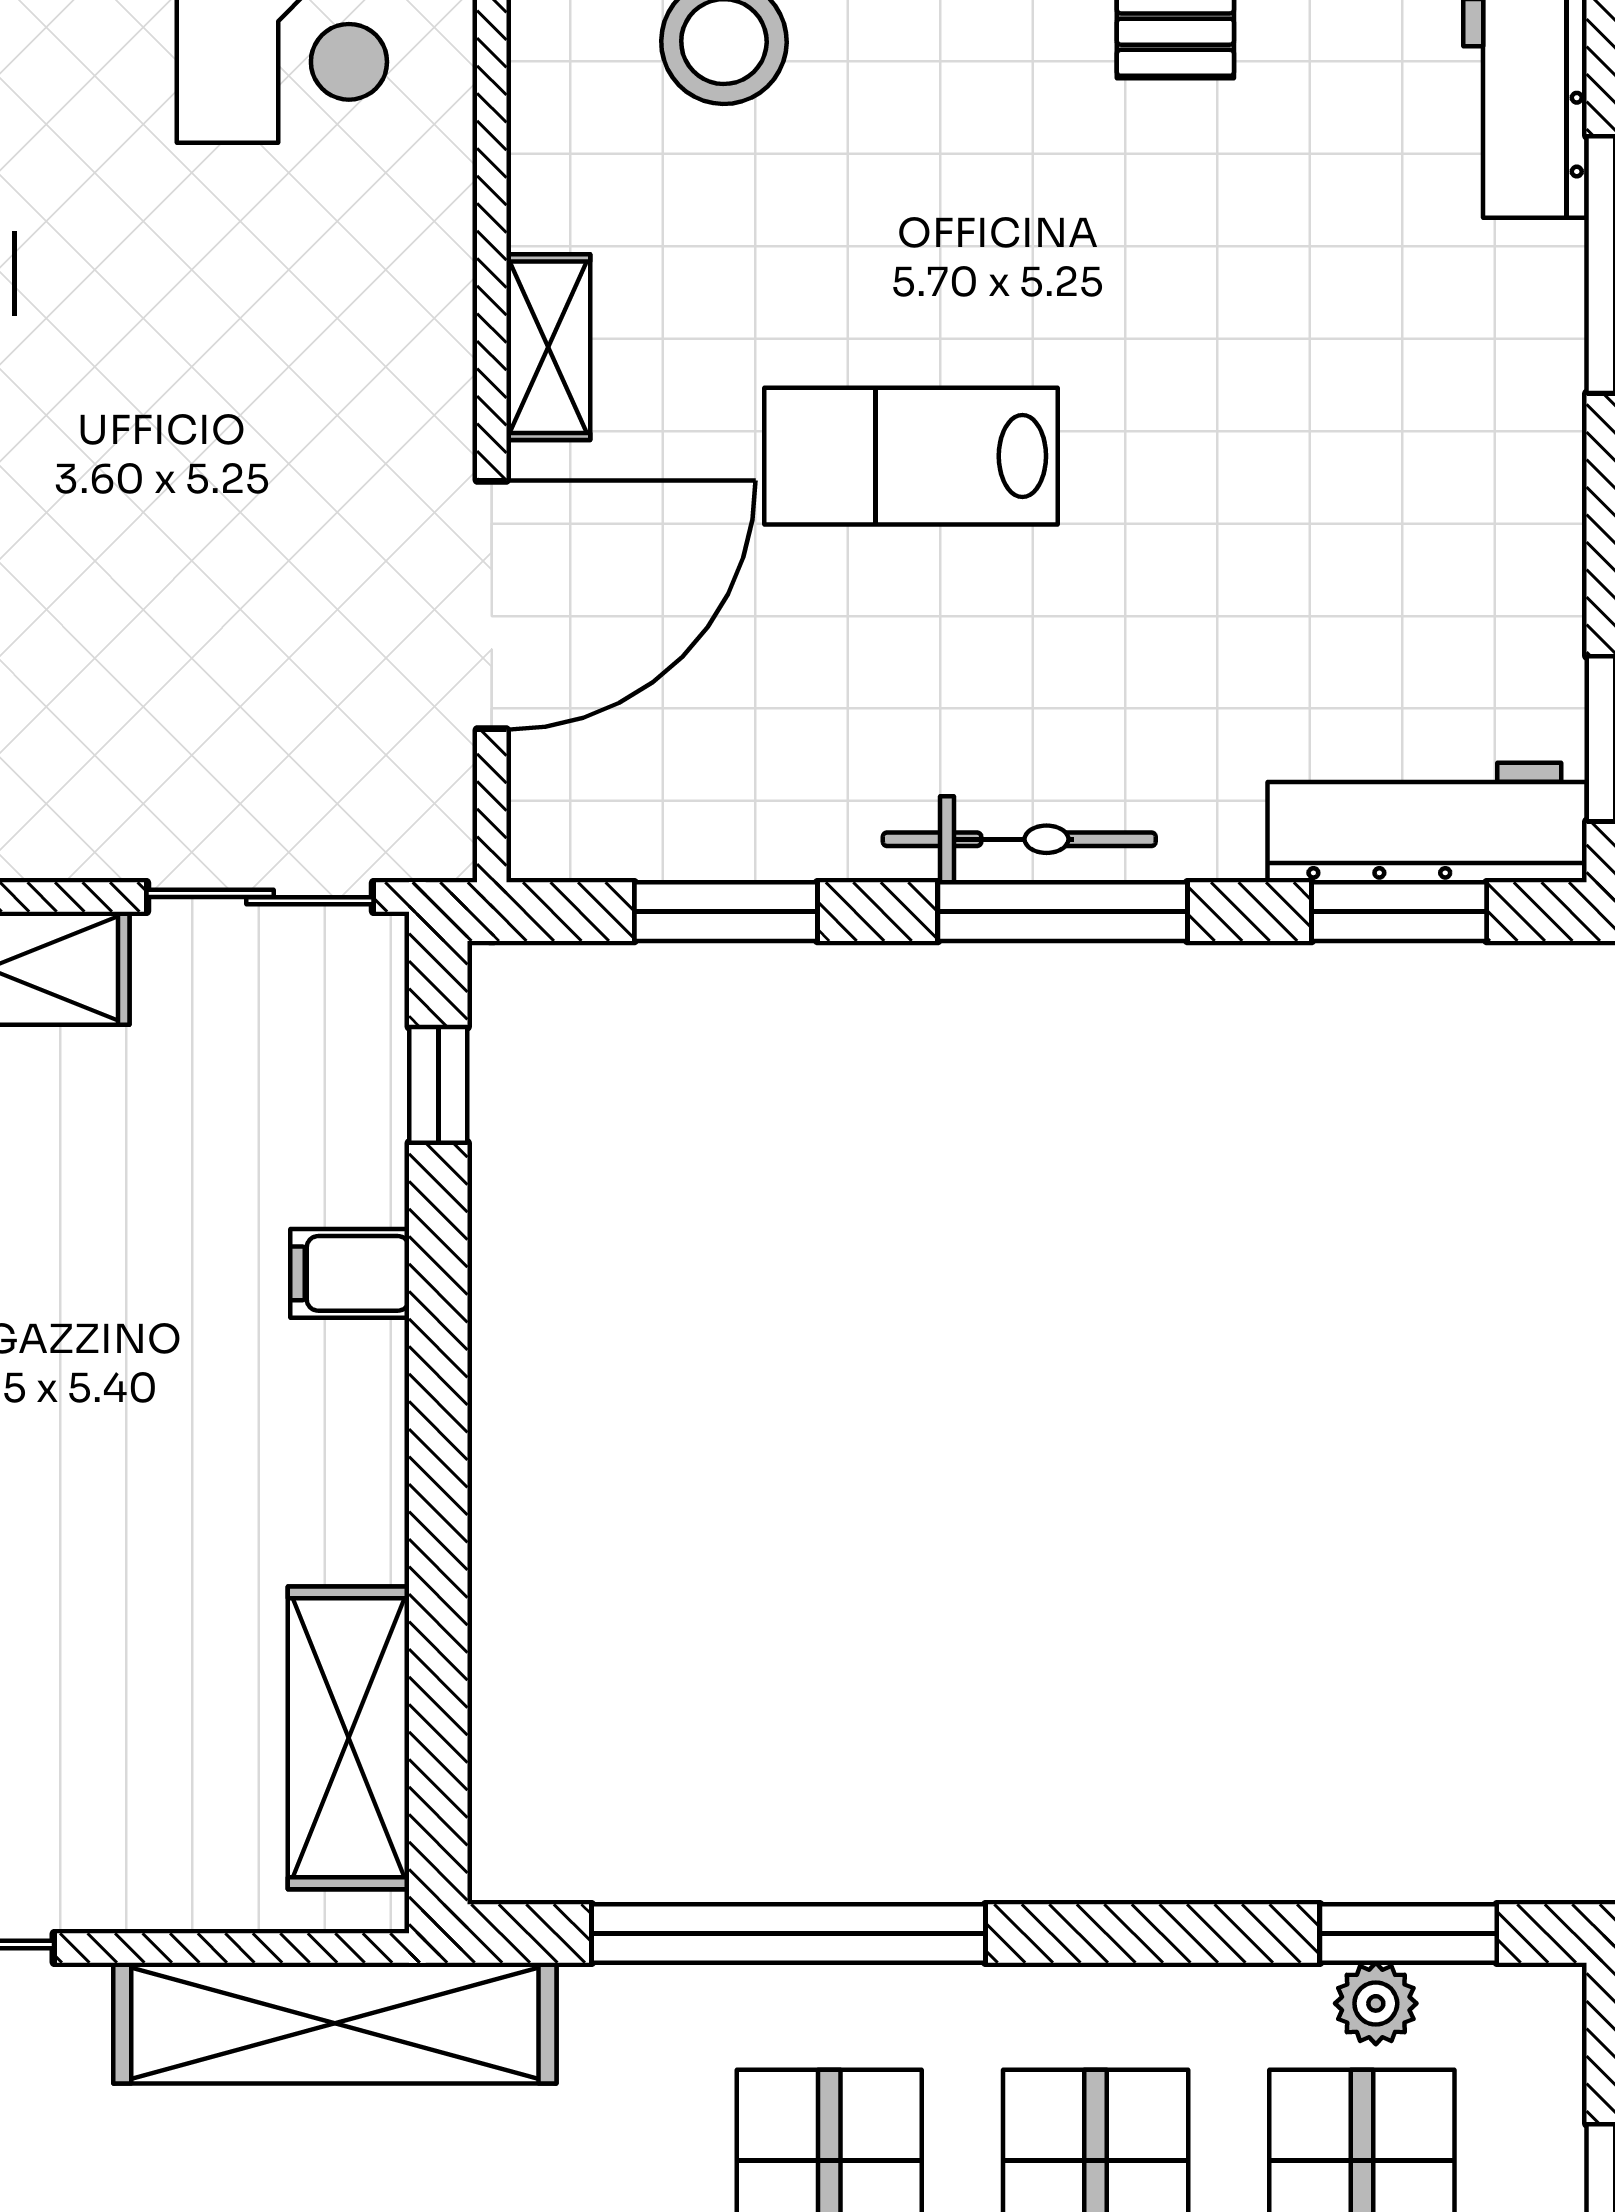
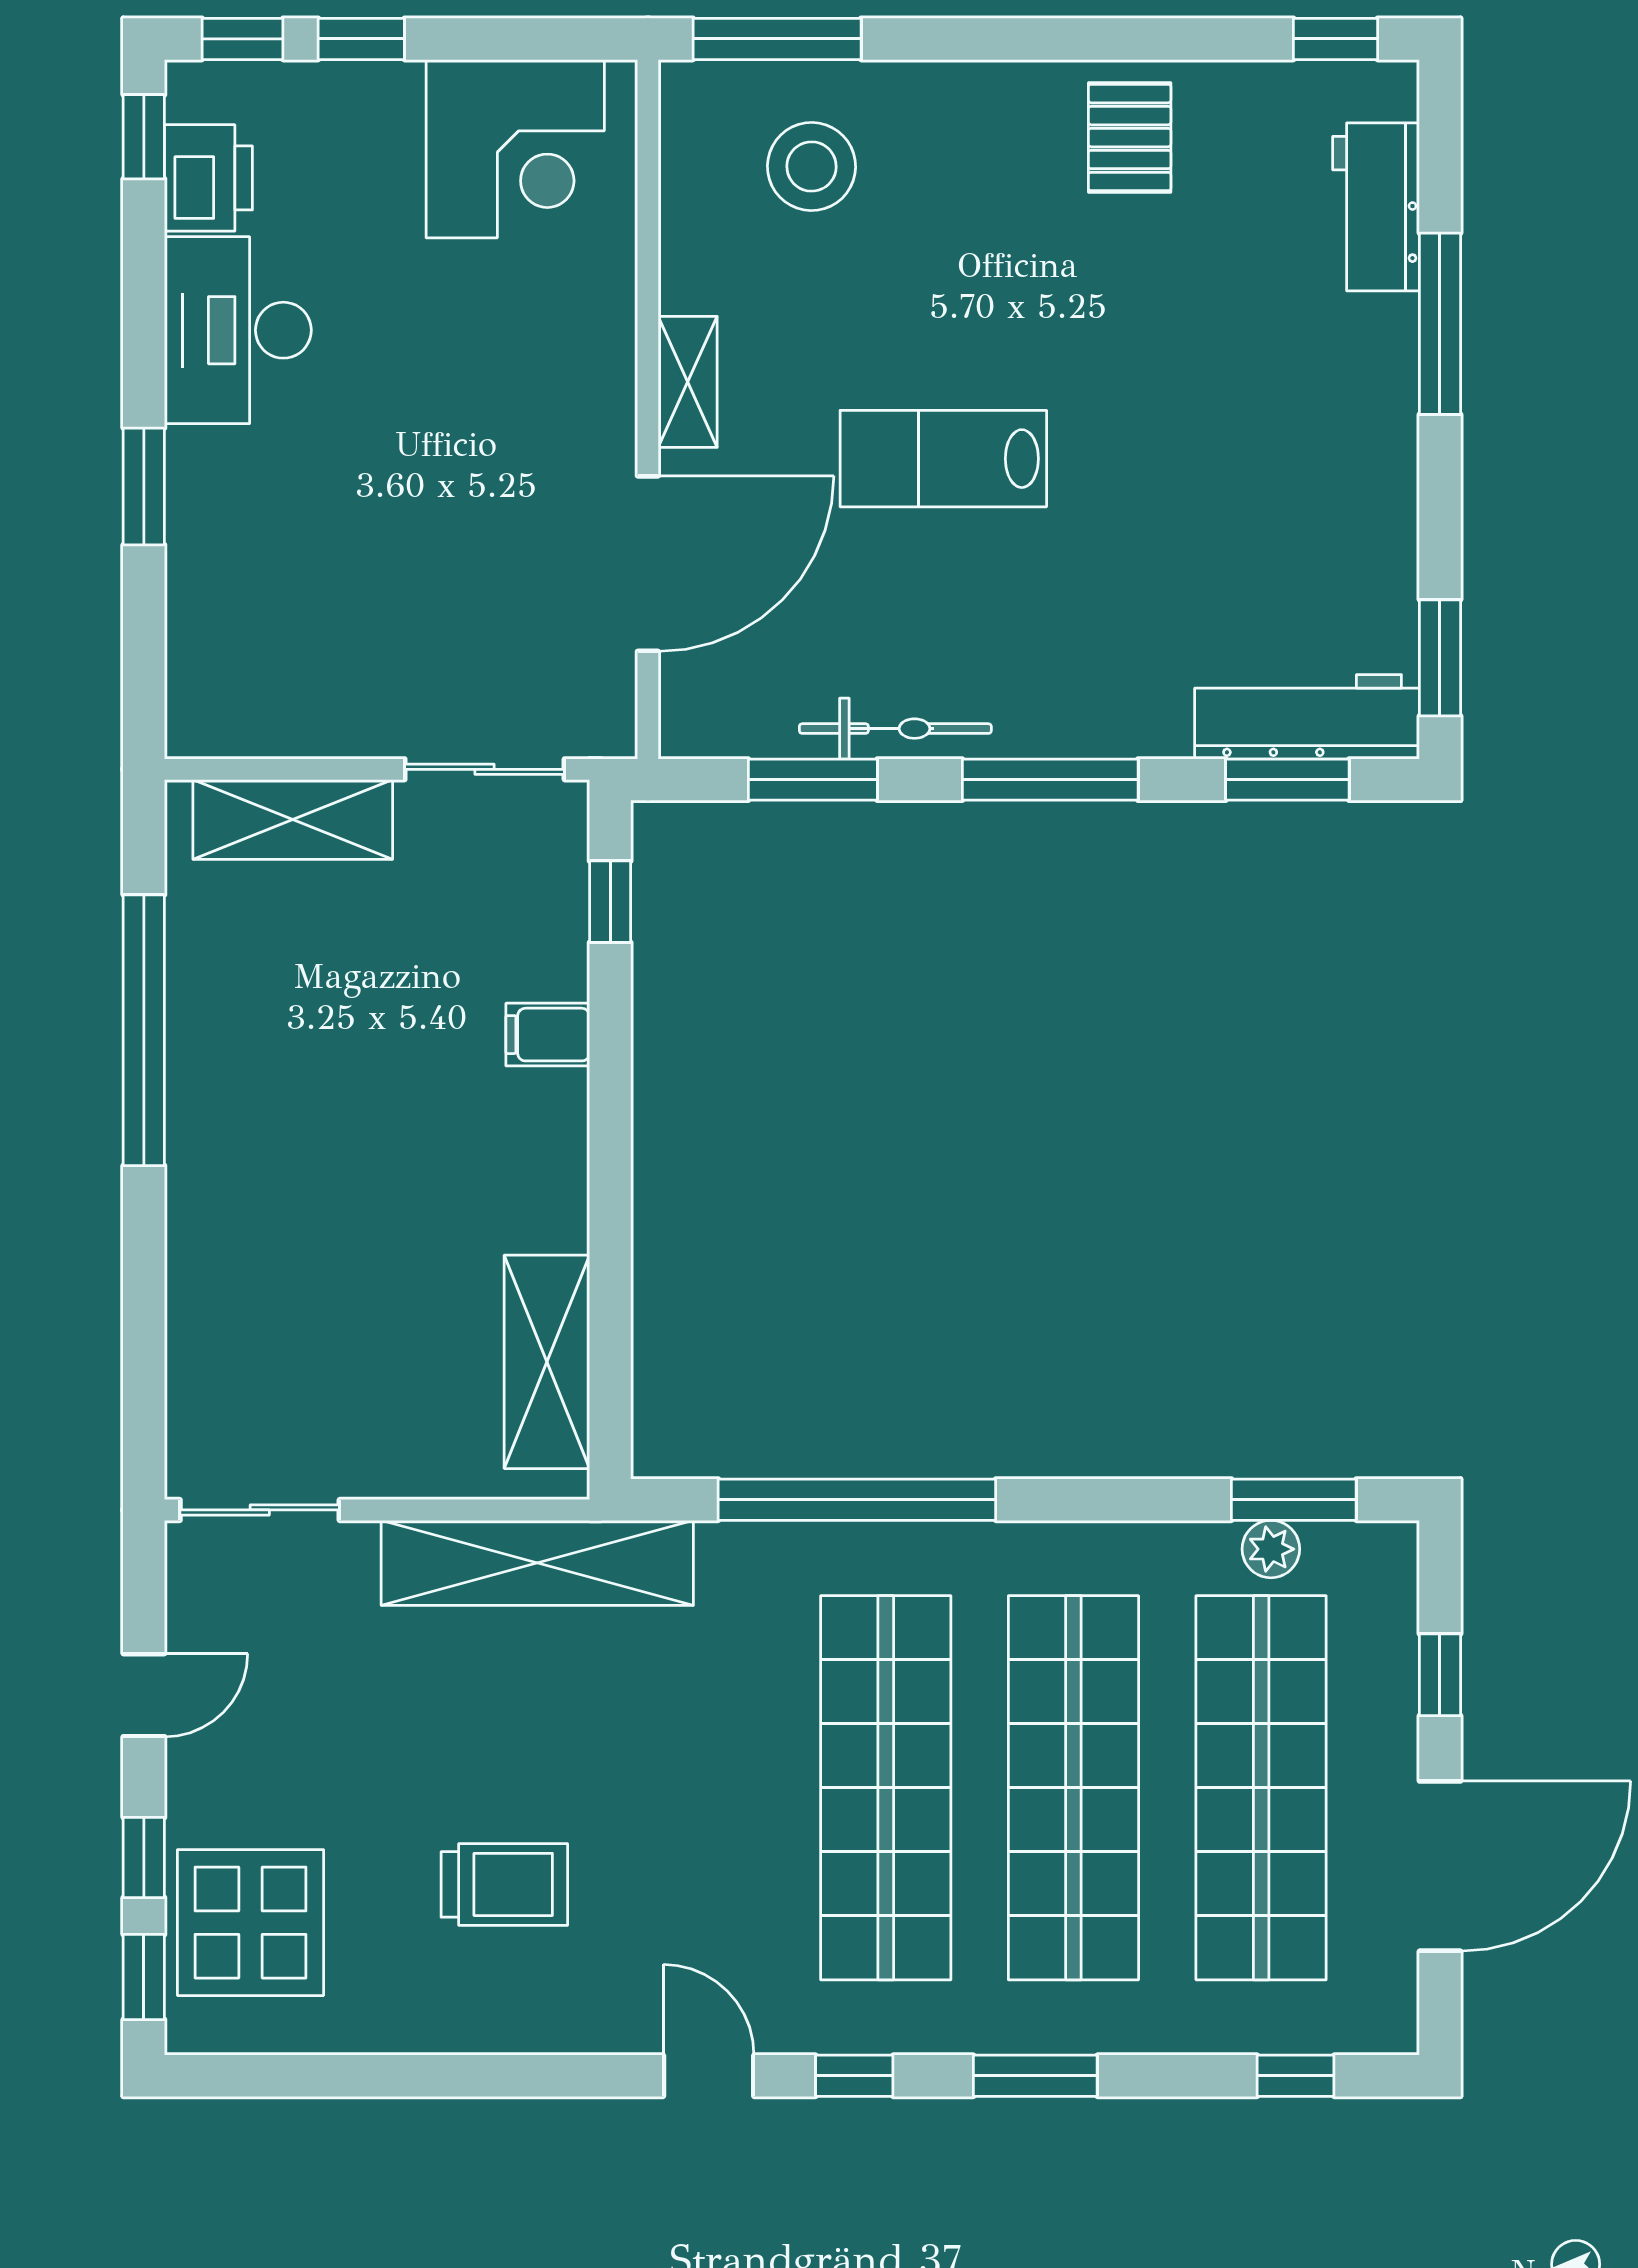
bicycle: (1019, 839) -> (895, 729), moved

